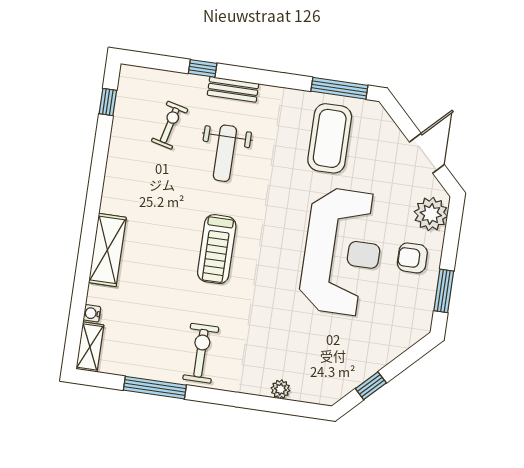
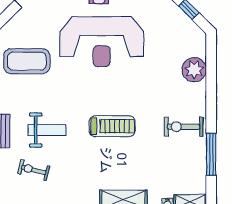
reception desk: (342, 252) -> (102, 42), turned 180
plant: (280, 389) -> (194, 70), width x1.88, depth x1.88

